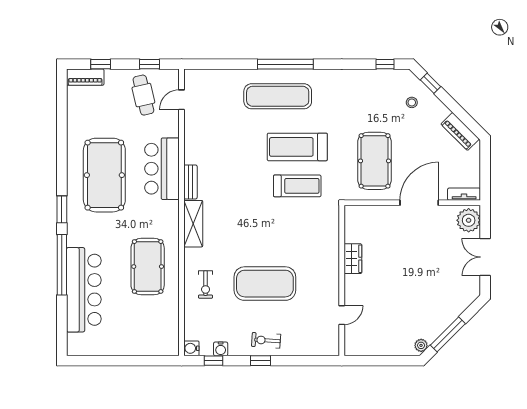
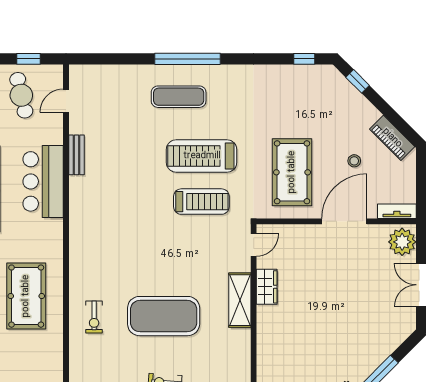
exercise mat: (278, 96) -> (179, 97), width x0.73, depth x0.69
stool: (412, 102) -> (354, 161), moved
bench: (190, 182) -> (76, 155), moved
shelving: (193, 224) -> (240, 300), moved
door: (342, 315) -> (254, 245), moved

